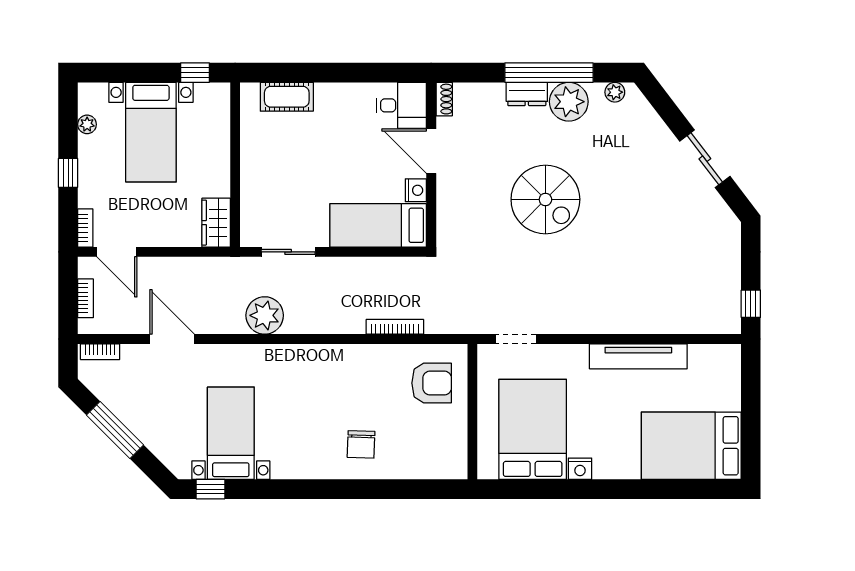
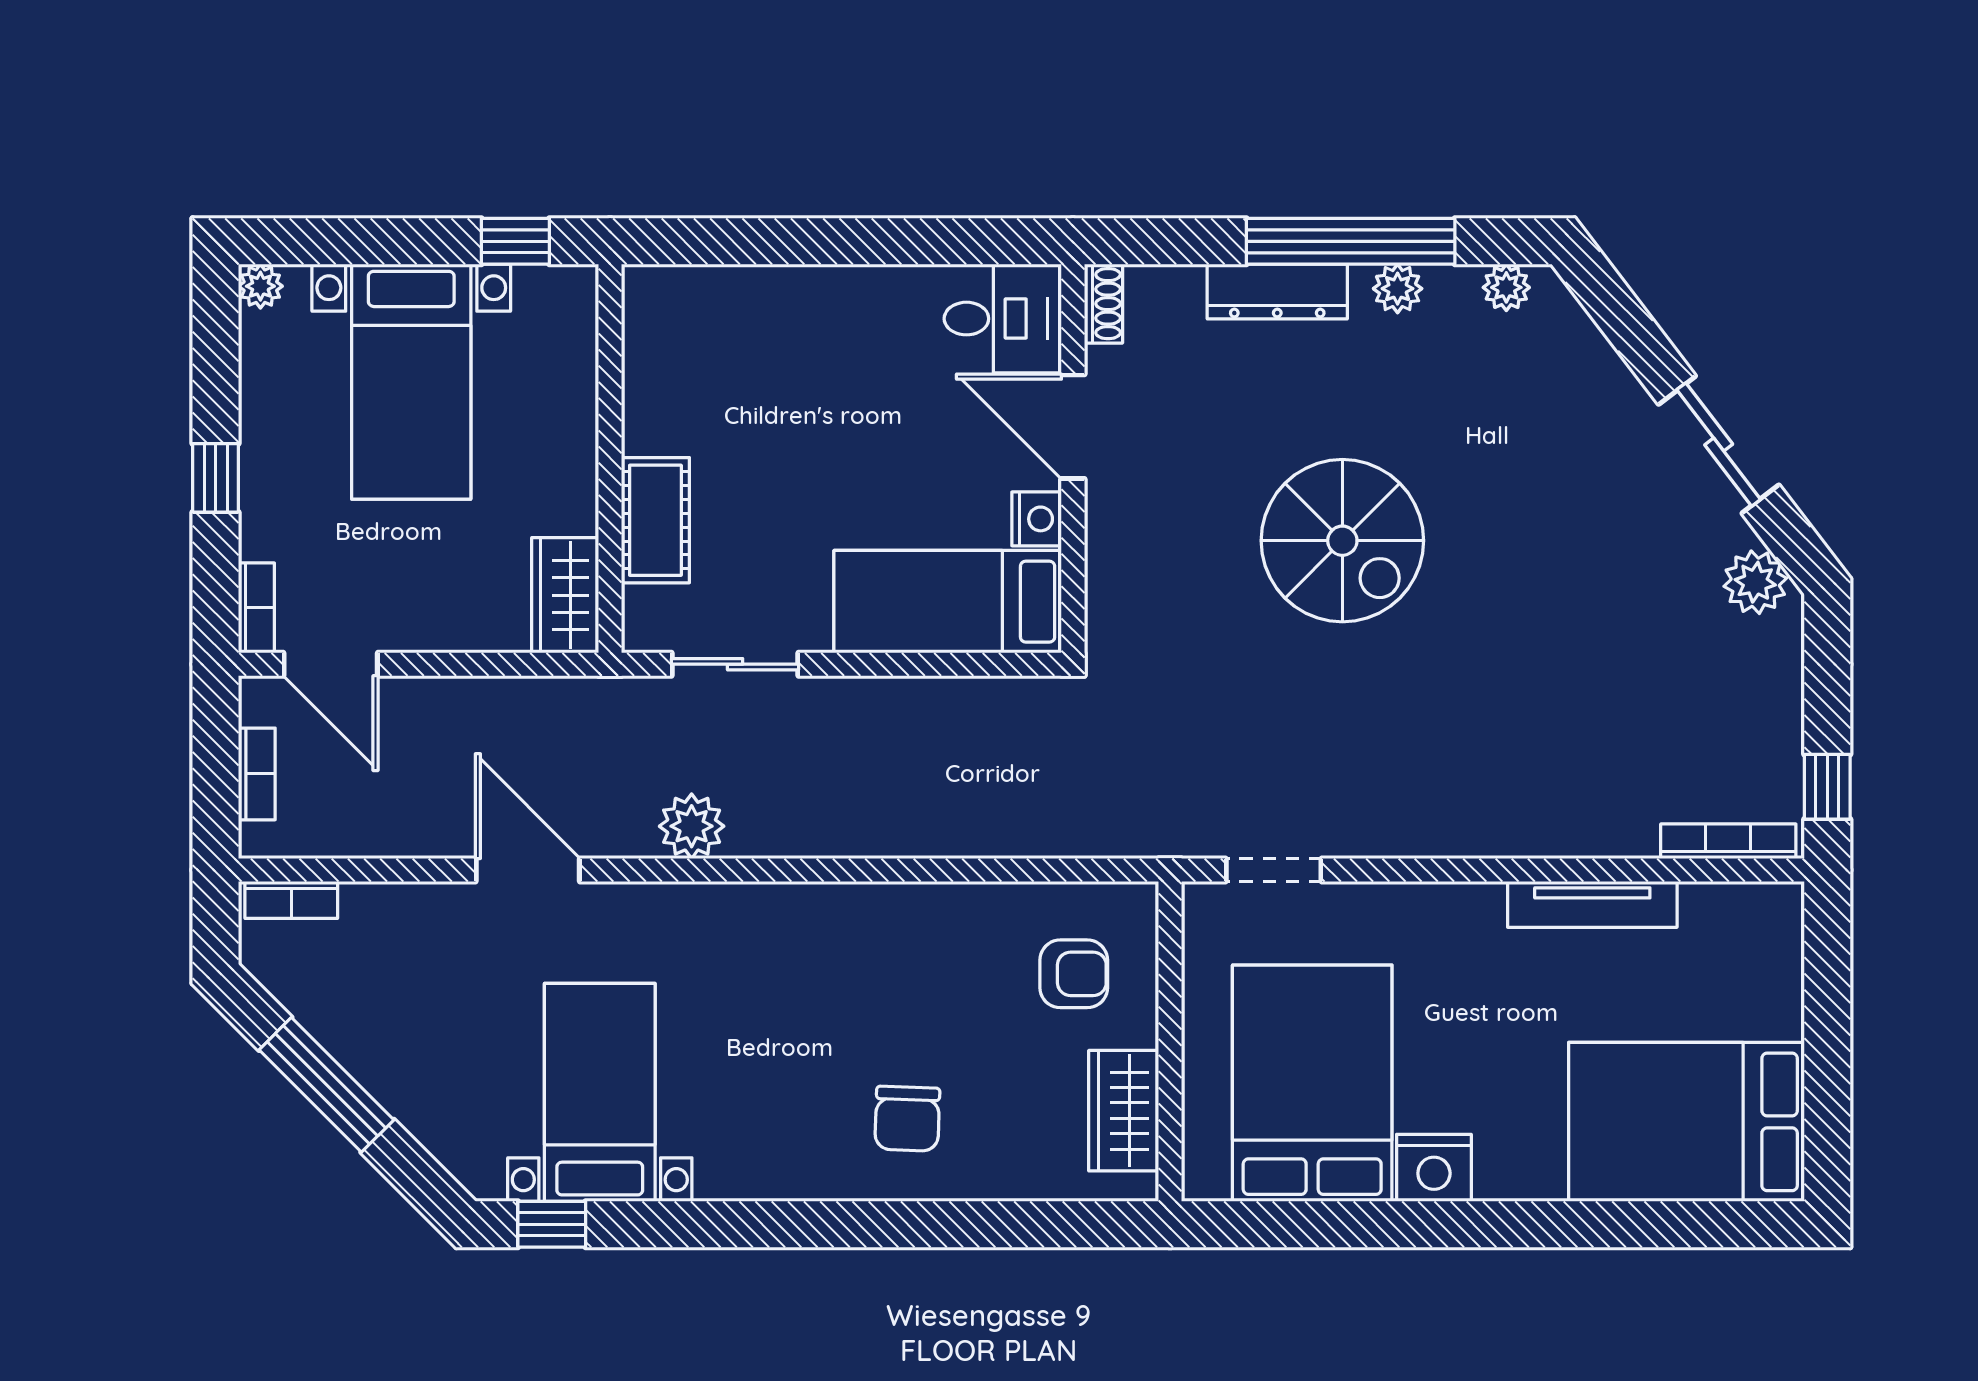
dresser: (527, 94) -> (1277, 292), width x1.44
cot: (287, 97) -> (655, 520), moved, turned 90
plant: (569, 102) -> (1398, 289), width x0.53, depth x0.53
plant: (87, 124) -> (260, 286), moved
plant: (720, 217) -> (1755, 582), added
plant: (265, 315) -> (692, 826), width x0.73, depth x0.73
bookcase: (395, 327) -> (1728, 841), moved
door: (172, 339) -> (528, 870), moved
tv unit: (638, 356) -> (1592, 904), width x0.73, depth x0.78
armchair: (432, 383) -> (1074, 974), width x0.72, depth x0.72
wardrobe: (453, 441) -> (1124, 1111), added
nightstand: (580, 469) -> (1434, 1168), width x1.36, depth x1.33

